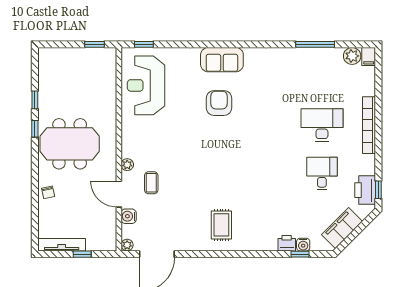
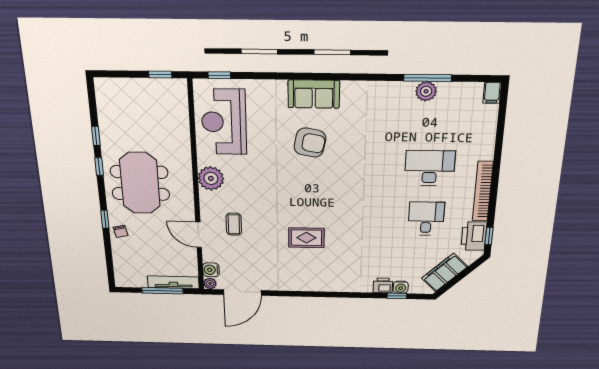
plant: (352, 56) -> (426, 91), moved
armchair: (219, 103) -> (310, 143), turned 101
bookcase: (369, 125) -> (483, 191), moved
meeting table: (70, 144) -> (140, 183), turned 90
plant: (127, 165) -> (211, 178), moved, width x1.88, depth x1.88
window: (35, 180) -> (105, 219), added
water cooler: (129, 216) -> (211, 270), moved
rug: (221, 225) -> (306, 238), moved, turned 90
tv unit: (62, 245) -> (173, 282), moved
window: (82, 254) -> (162, 291), width x2.17

